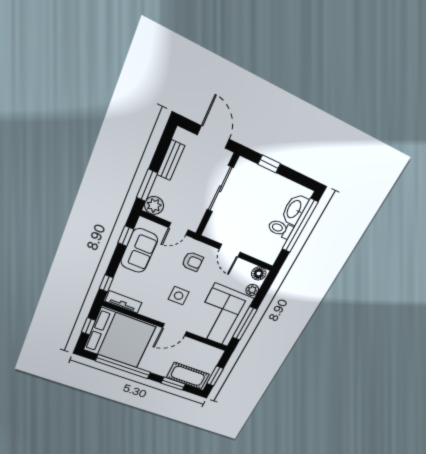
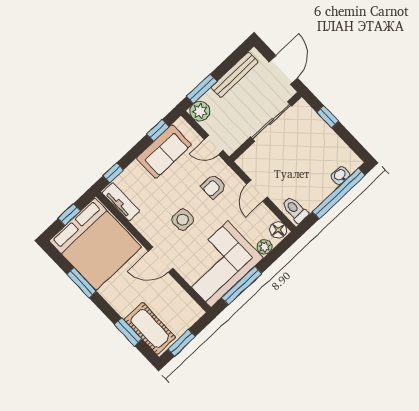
bench: (171, 160) -> (235, 75), width x1.36
washbasin: (294, 209) -> (340, 176), width x0.52, depth x0.69
toilet: (280, 229) -> (295, 210), moved
armchair: (192, 262) -> (213, 186), turned 90
window: (123, 367) -> (82, 283), width x0.47

